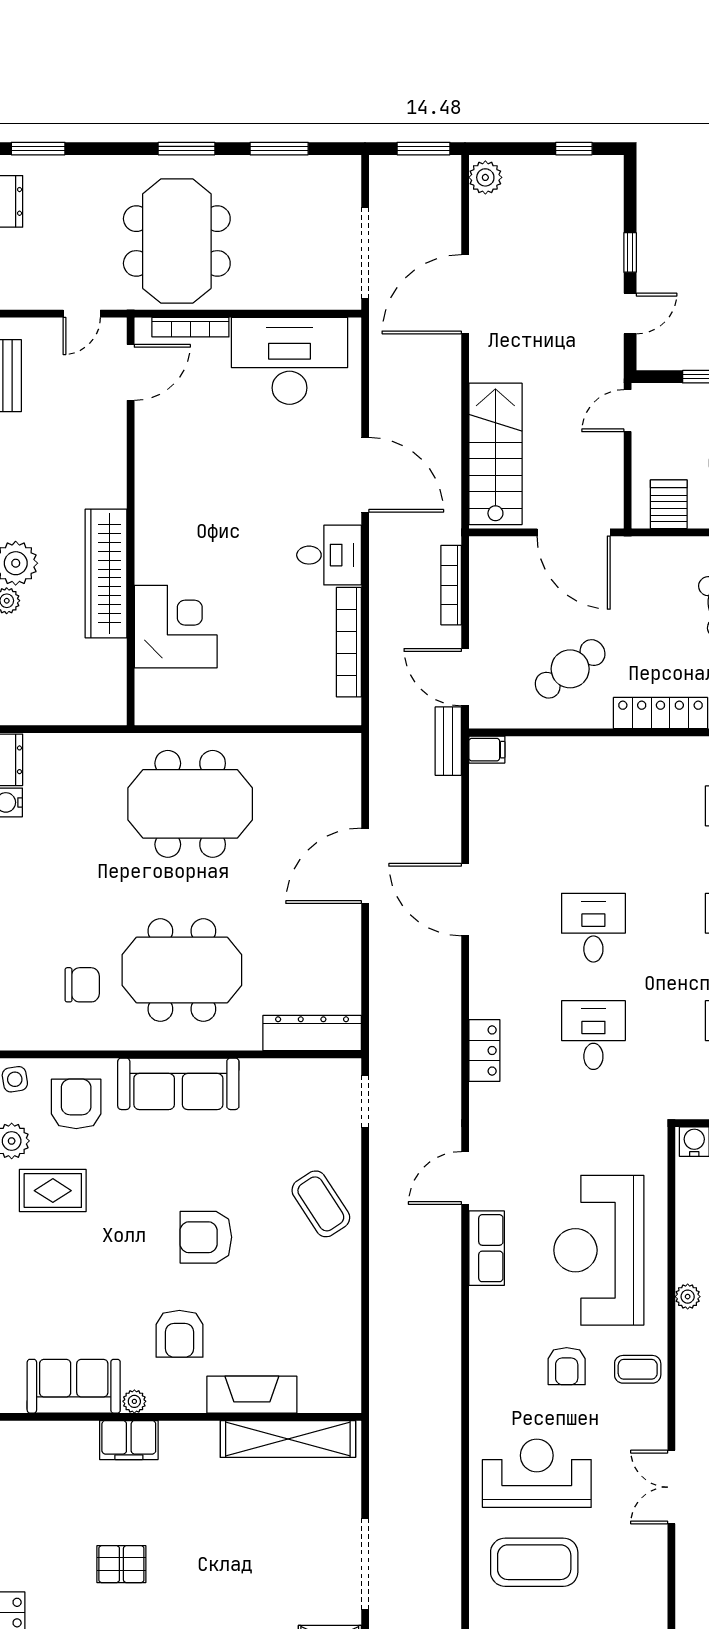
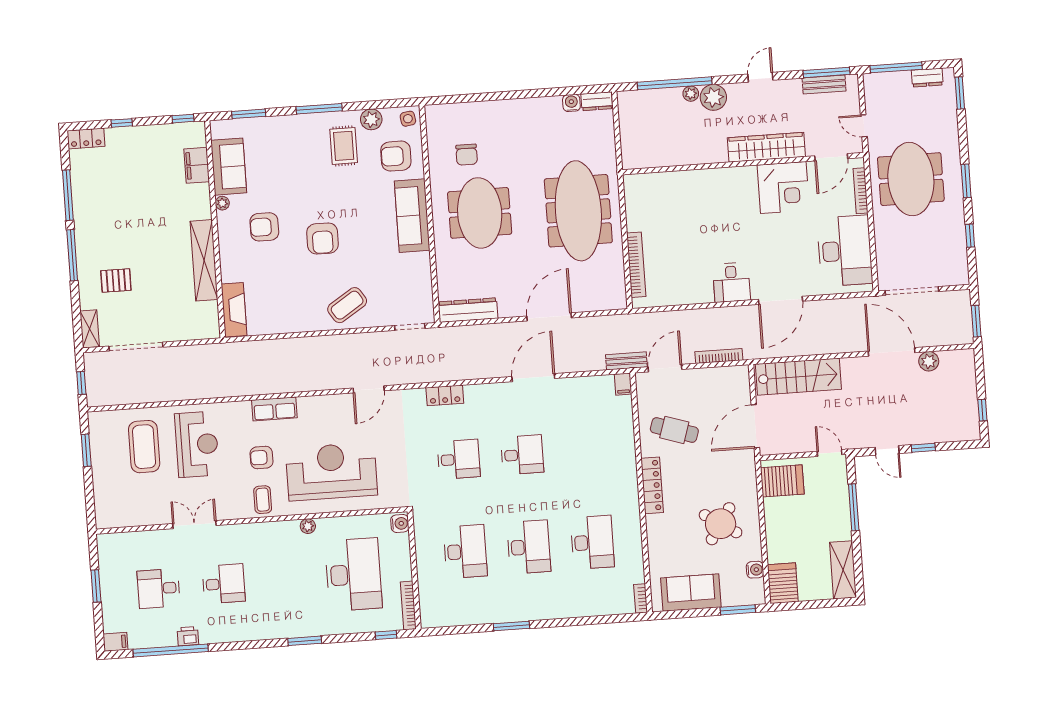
window: (279, 149) -> (970, 236), width x0.67
plant: (485, 177) -> (929, 361), moved
meeting table: (177, 241) -> (911, 179), turned 90
door: (131, 372) -> (831, 157), hinge flipped
server rack: (669, 504) -> (782, 481), width x1.36, depth x1.44
wardrobe: (106, 574) -> (766, 147), moved
corner desk: (176, 627) -> (783, 188), moved
bookcase: (349, 642) -> (636, 265), moved, turned 90
cafe table: (570, 669) -> (674, 430), turned -36
meeting table: (190, 804) -> (578, 211), width x1.36
door: (365, 866) -> (549, 317), hinge flipped
dresser: (312, 1033) -> (468, 310), moved, turned -90
armchair: (76, 1104) -> (396, 156), turned 180
door: (465, 1178) -> (369, 389), swing flipped
armchair: (206, 1237) -> (322, 238), turned 180
row of seats: (487, 1248) -> (274, 409), moved
fireplace: (252, 1395) -> (234, 310), moved
shelving: (288, 1439) -> (204, 260), moved
filing cabinet: (129, 1440) -> (197, 165), moved
pallet: (121, 1564) -> (116, 280), moved, turned 90

